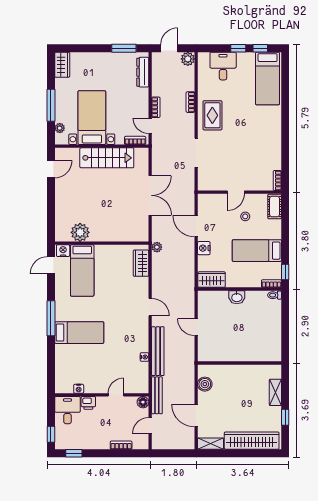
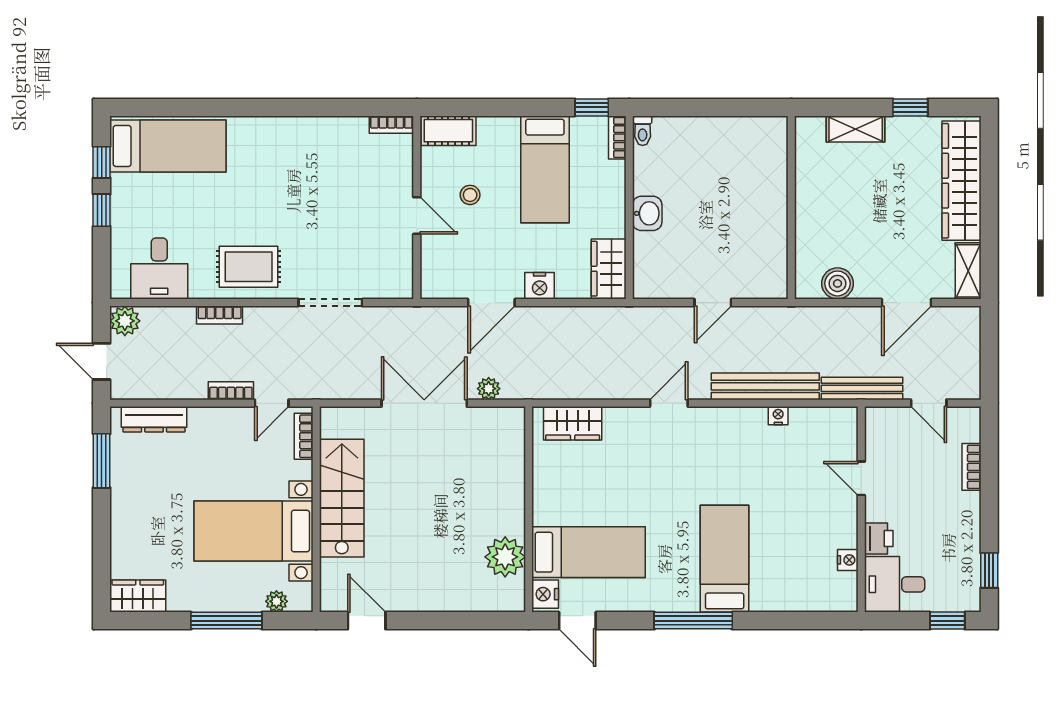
desk: (223, 66) -> (159, 269), moved, turned -90
plant: (157, 247) -> (489, 389), moved
floor lamp: (143, 402) -> (877, 419), removed

